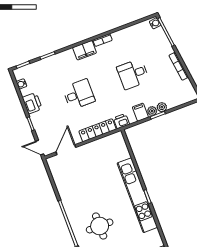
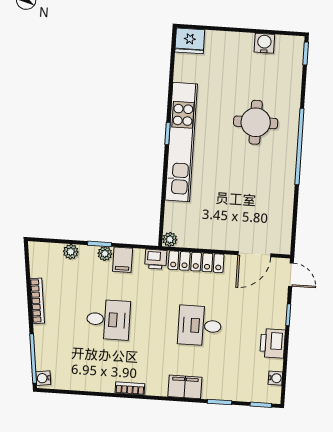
filing cabinet: (85, 50) -> (185, 387), moved
plant: (162, 107) -> (71, 252), moved
plant: (118, 136) -> (170, 239), added

